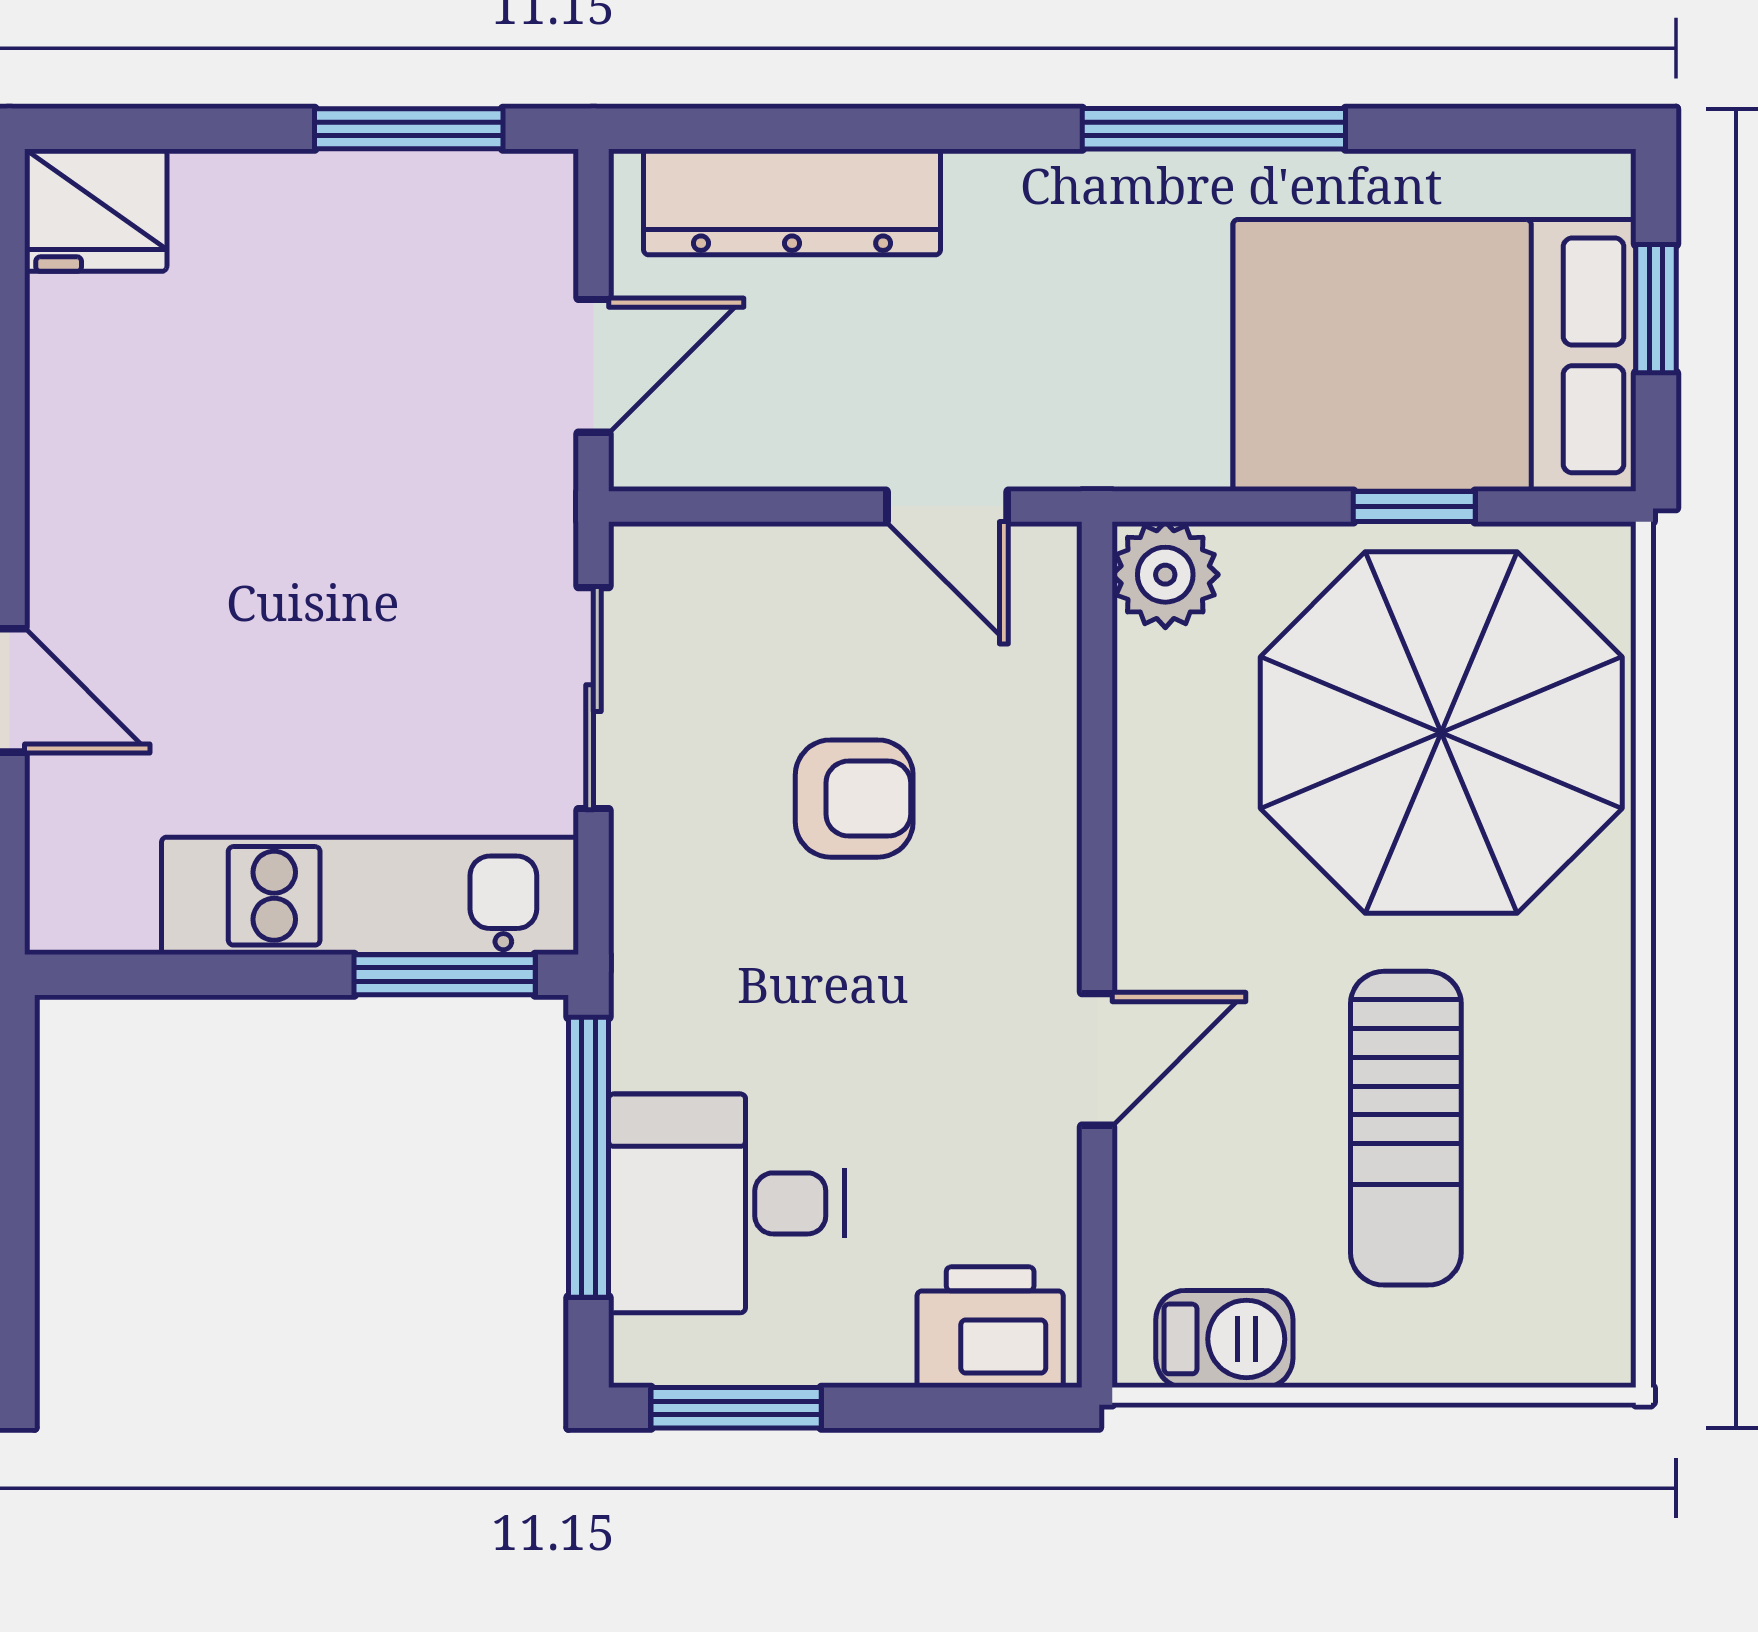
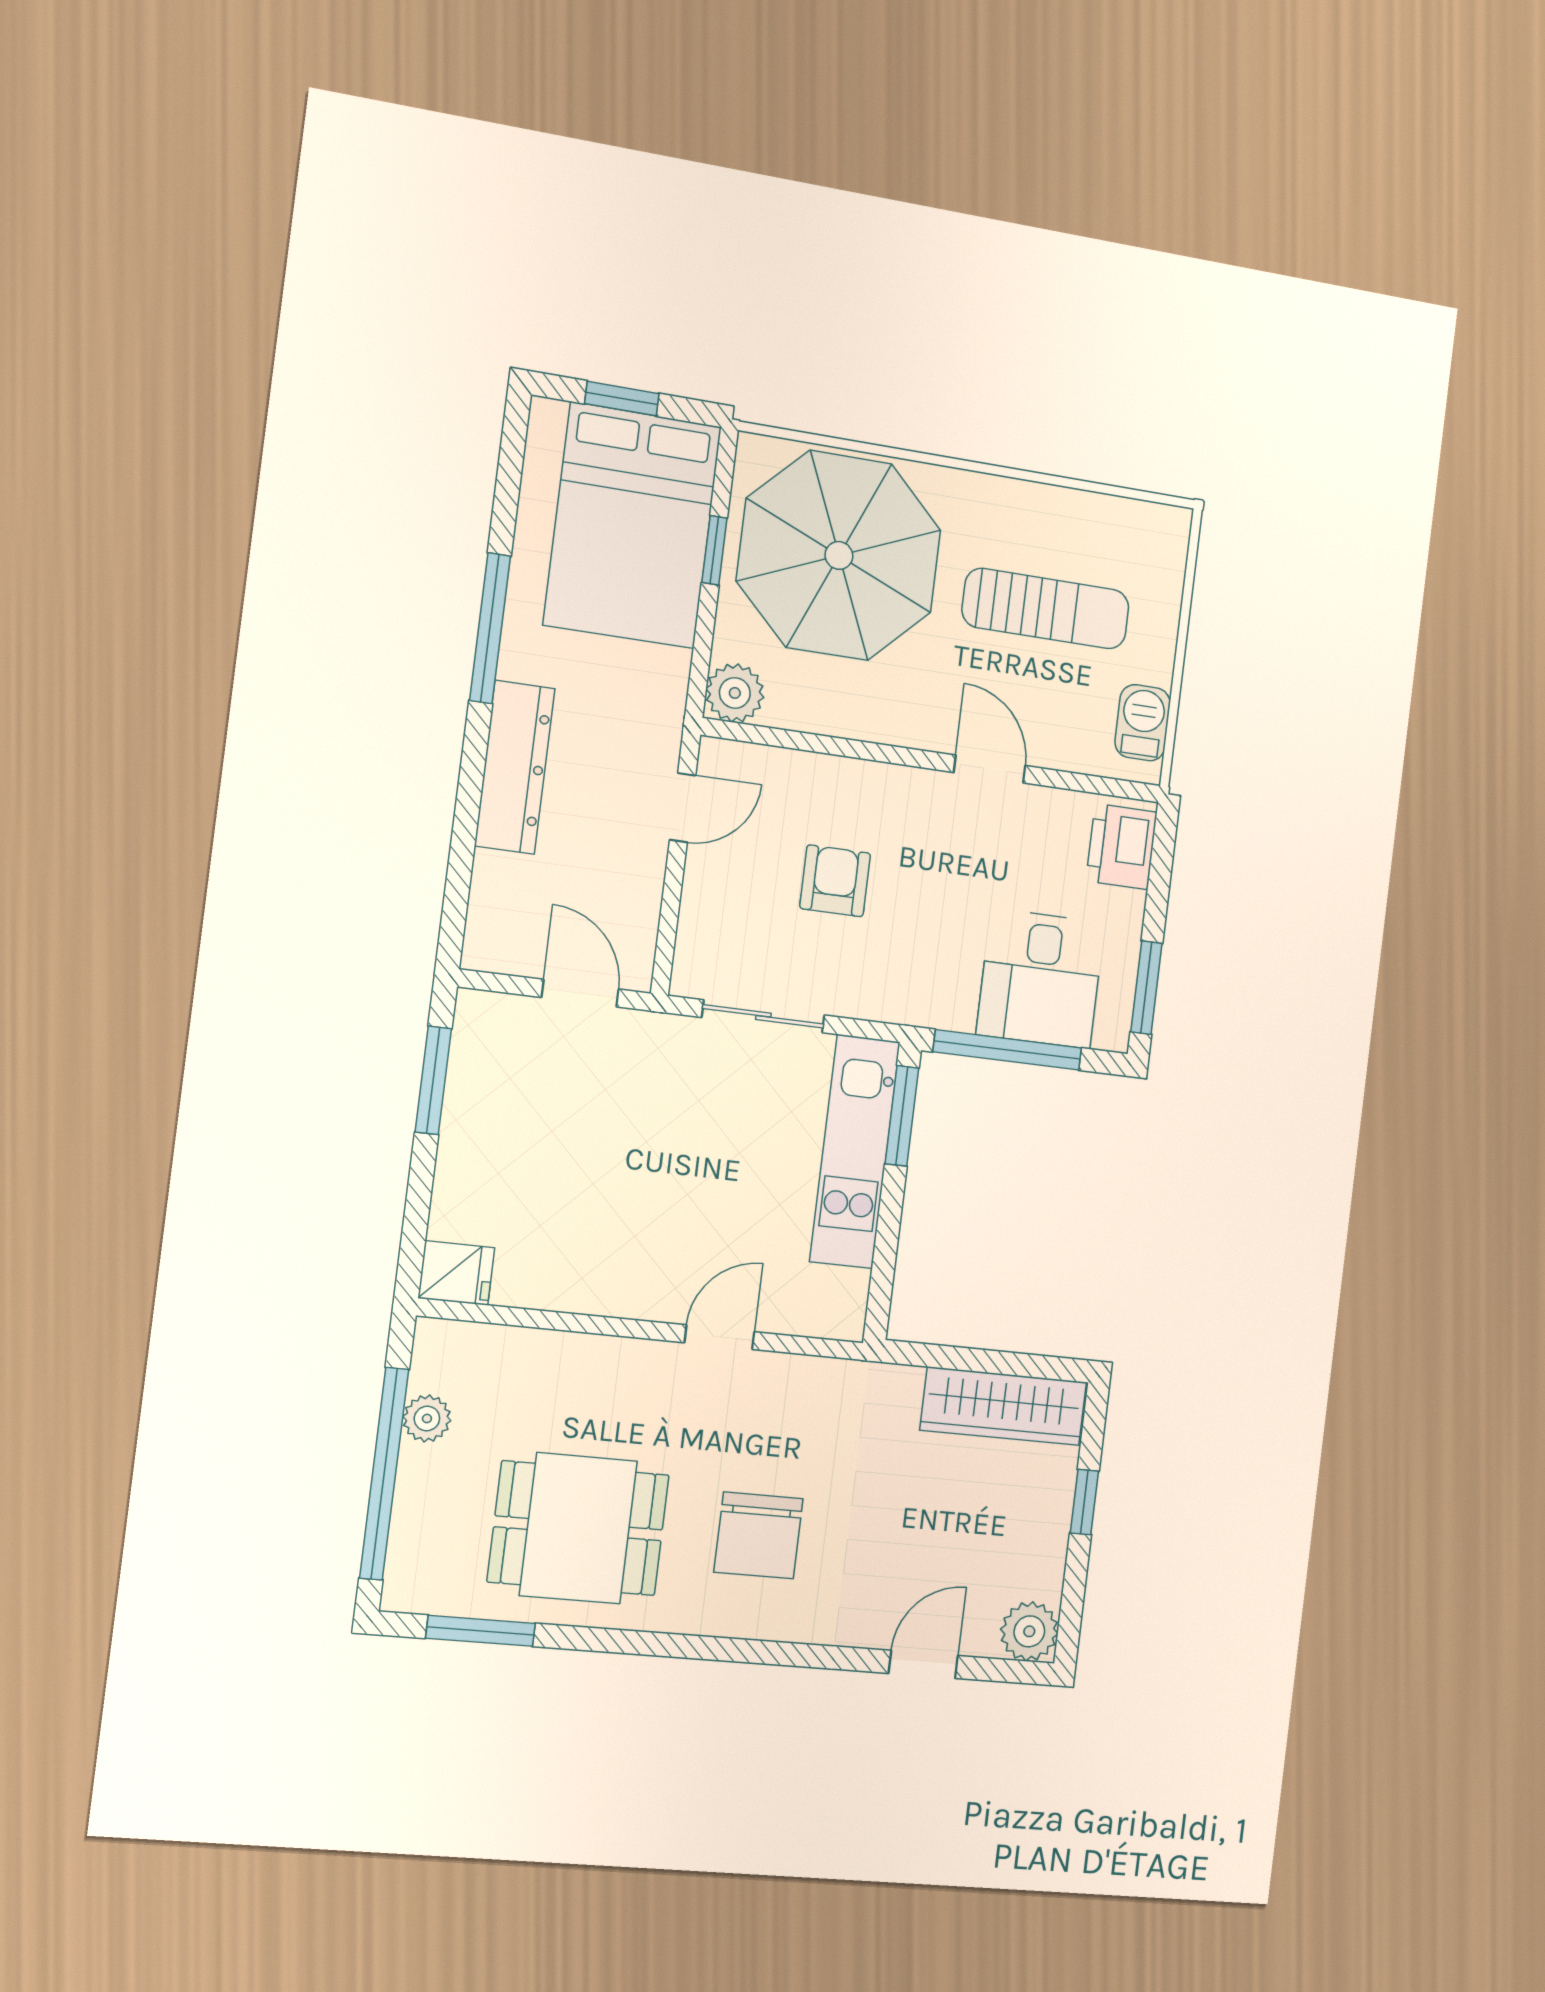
dresser: (792, 202) -> (515, 767), moved
fridge: (96, 210) -> (456, 1273), width x0.72

